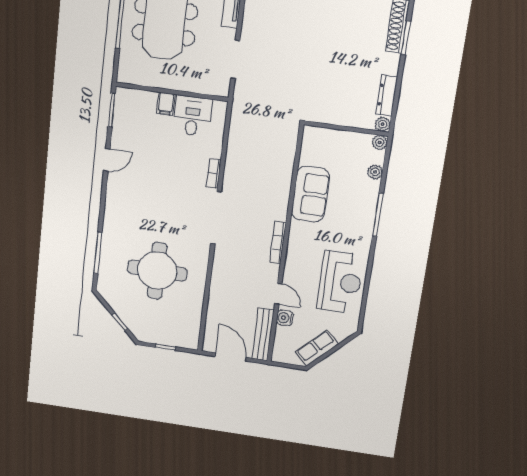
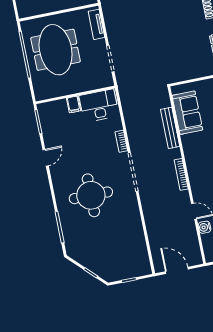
desk: (192, 116) -> (99, 106), width x1.37
sofa: (310, 194) -> (187, 113), moved
round table: (157, 271) -> (91, 195), moved
bench: (263, 334) -> (170, 128), moved

